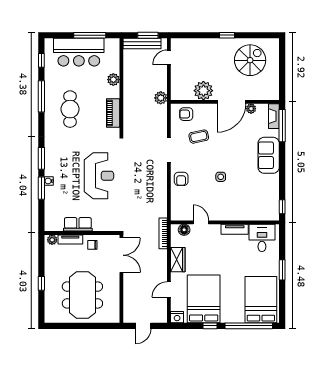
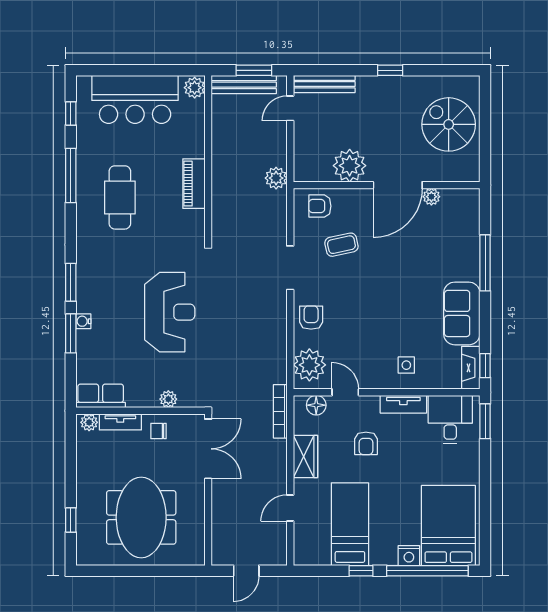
window: (90, 35) -> (154, 70), removed
bench: (189, 43) -> (324, 84), added
spiral stairs: (250, 60) -> (449, 124), moved, turned -90
plant: (113, 80) -> (195, 88), moved
piano: (113, 113) -> (194, 184), moved
fireplace: (274, 116) -> (471, 368), moved
window: (282, 126) -> (485, 263), moved
sofa: (269, 155) -> (462, 313), moved
side table: (221, 177) -> (406, 365), moved
armchair: (181, 179) -> (311, 318), turned 180
plant: (180, 206) -> (309, 365), added
row of seats: (78, 224) -> (101, 396), moved
plant: (98, 226) -> (168, 399), added
armchair: (213, 252) -> (366, 443), added
window: (282, 270) -> (485, 421), moved
window: (41, 283) -> (71, 520), moved
bed: (204, 299) -> (350, 524), width x0.67
nightstand: (177, 317) -> (409, 556), moved

